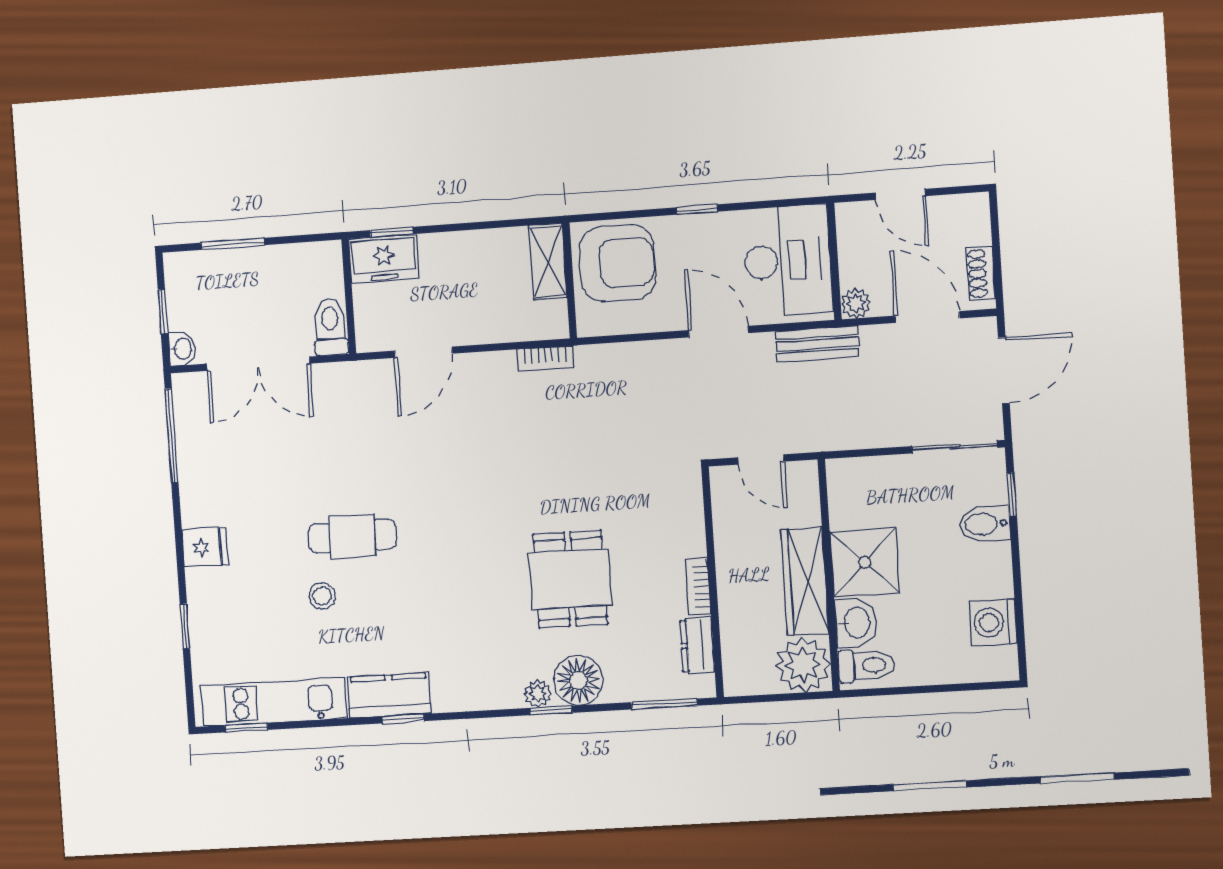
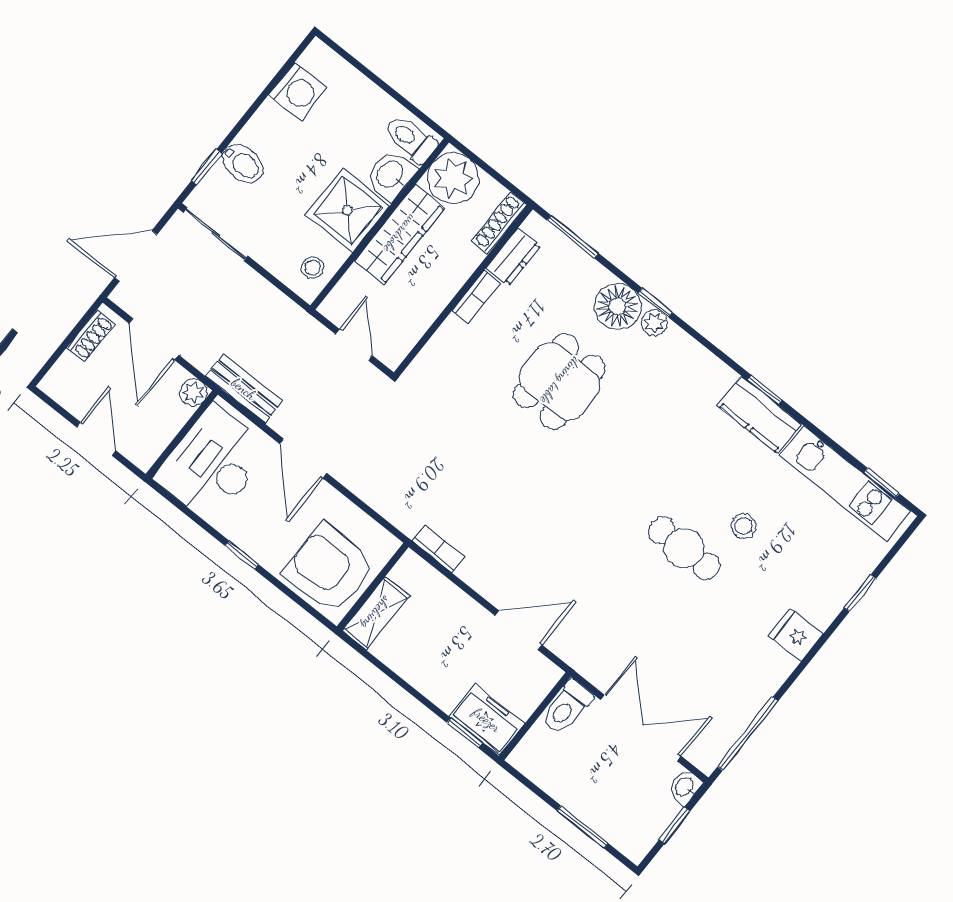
stool: (851, 491) -> (313, 268), added
shoe rack: (733, 662) -> (499, 223), added

